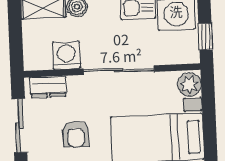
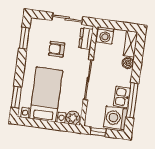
washing machine: (66, 56) -> (105, 35), moved, turned 90

